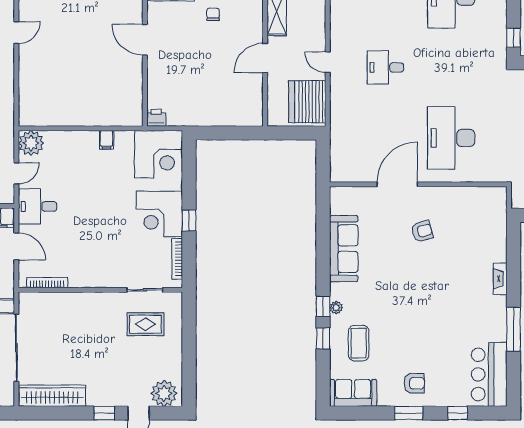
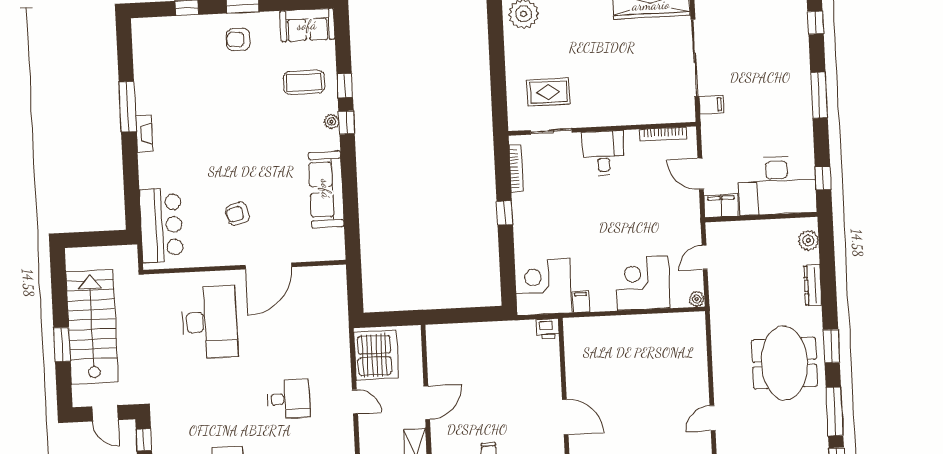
filing cabinet: (106, 140) -> (581, 302), moved
plant: (31, 143) -> (697, 299), width x0.53, depth x0.53
desk: (37, 206) -> (603, 153), moved, turned -90
corner desk: (159, 214) -> (643, 283), moved, turned -90
fireplace: (500, 279) -> (144, 134), moved
coffee table: (359, 343) -> (304, 82), turned 90
bar counter: (489, 374) -> (161, 225), moved

